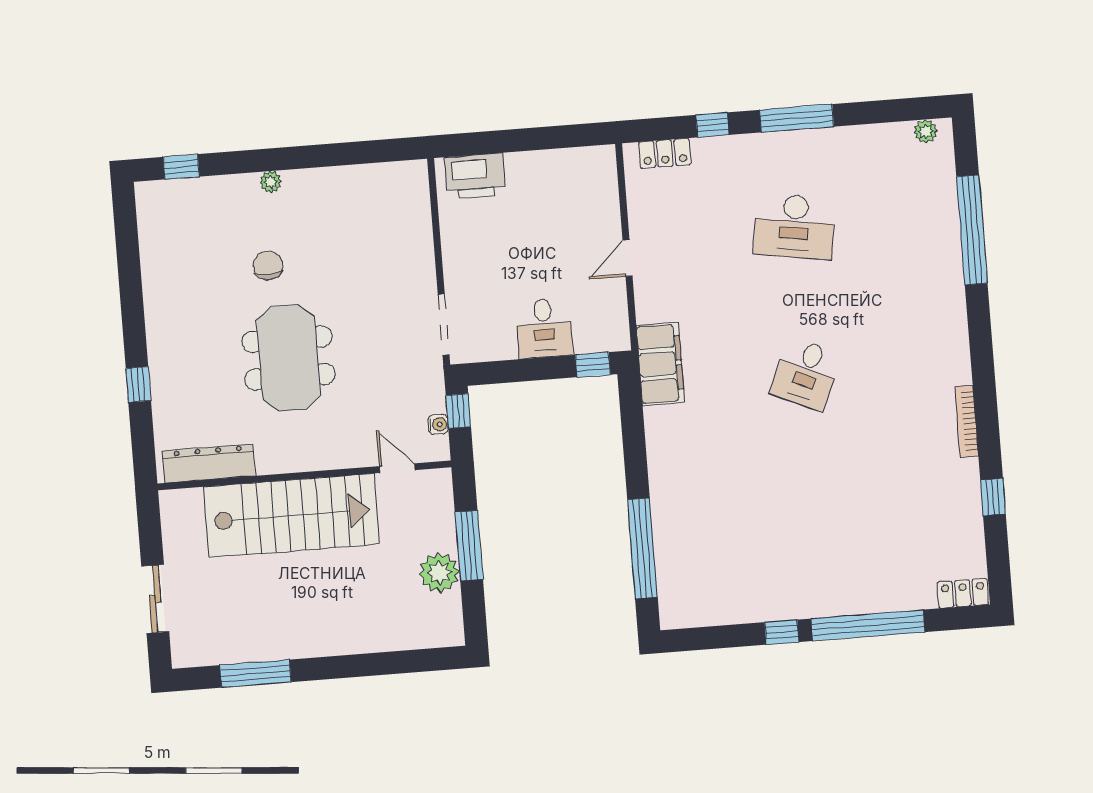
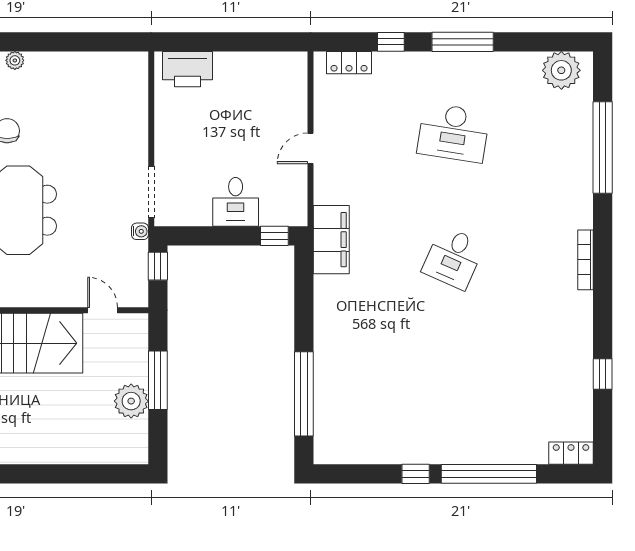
plant: (926, 131) -> (561, 70), width x1.87, depth x1.87
bookcase: (967, 421) -> (586, 260), moved
water cooler: (438, 424) -> (140, 231), moved

